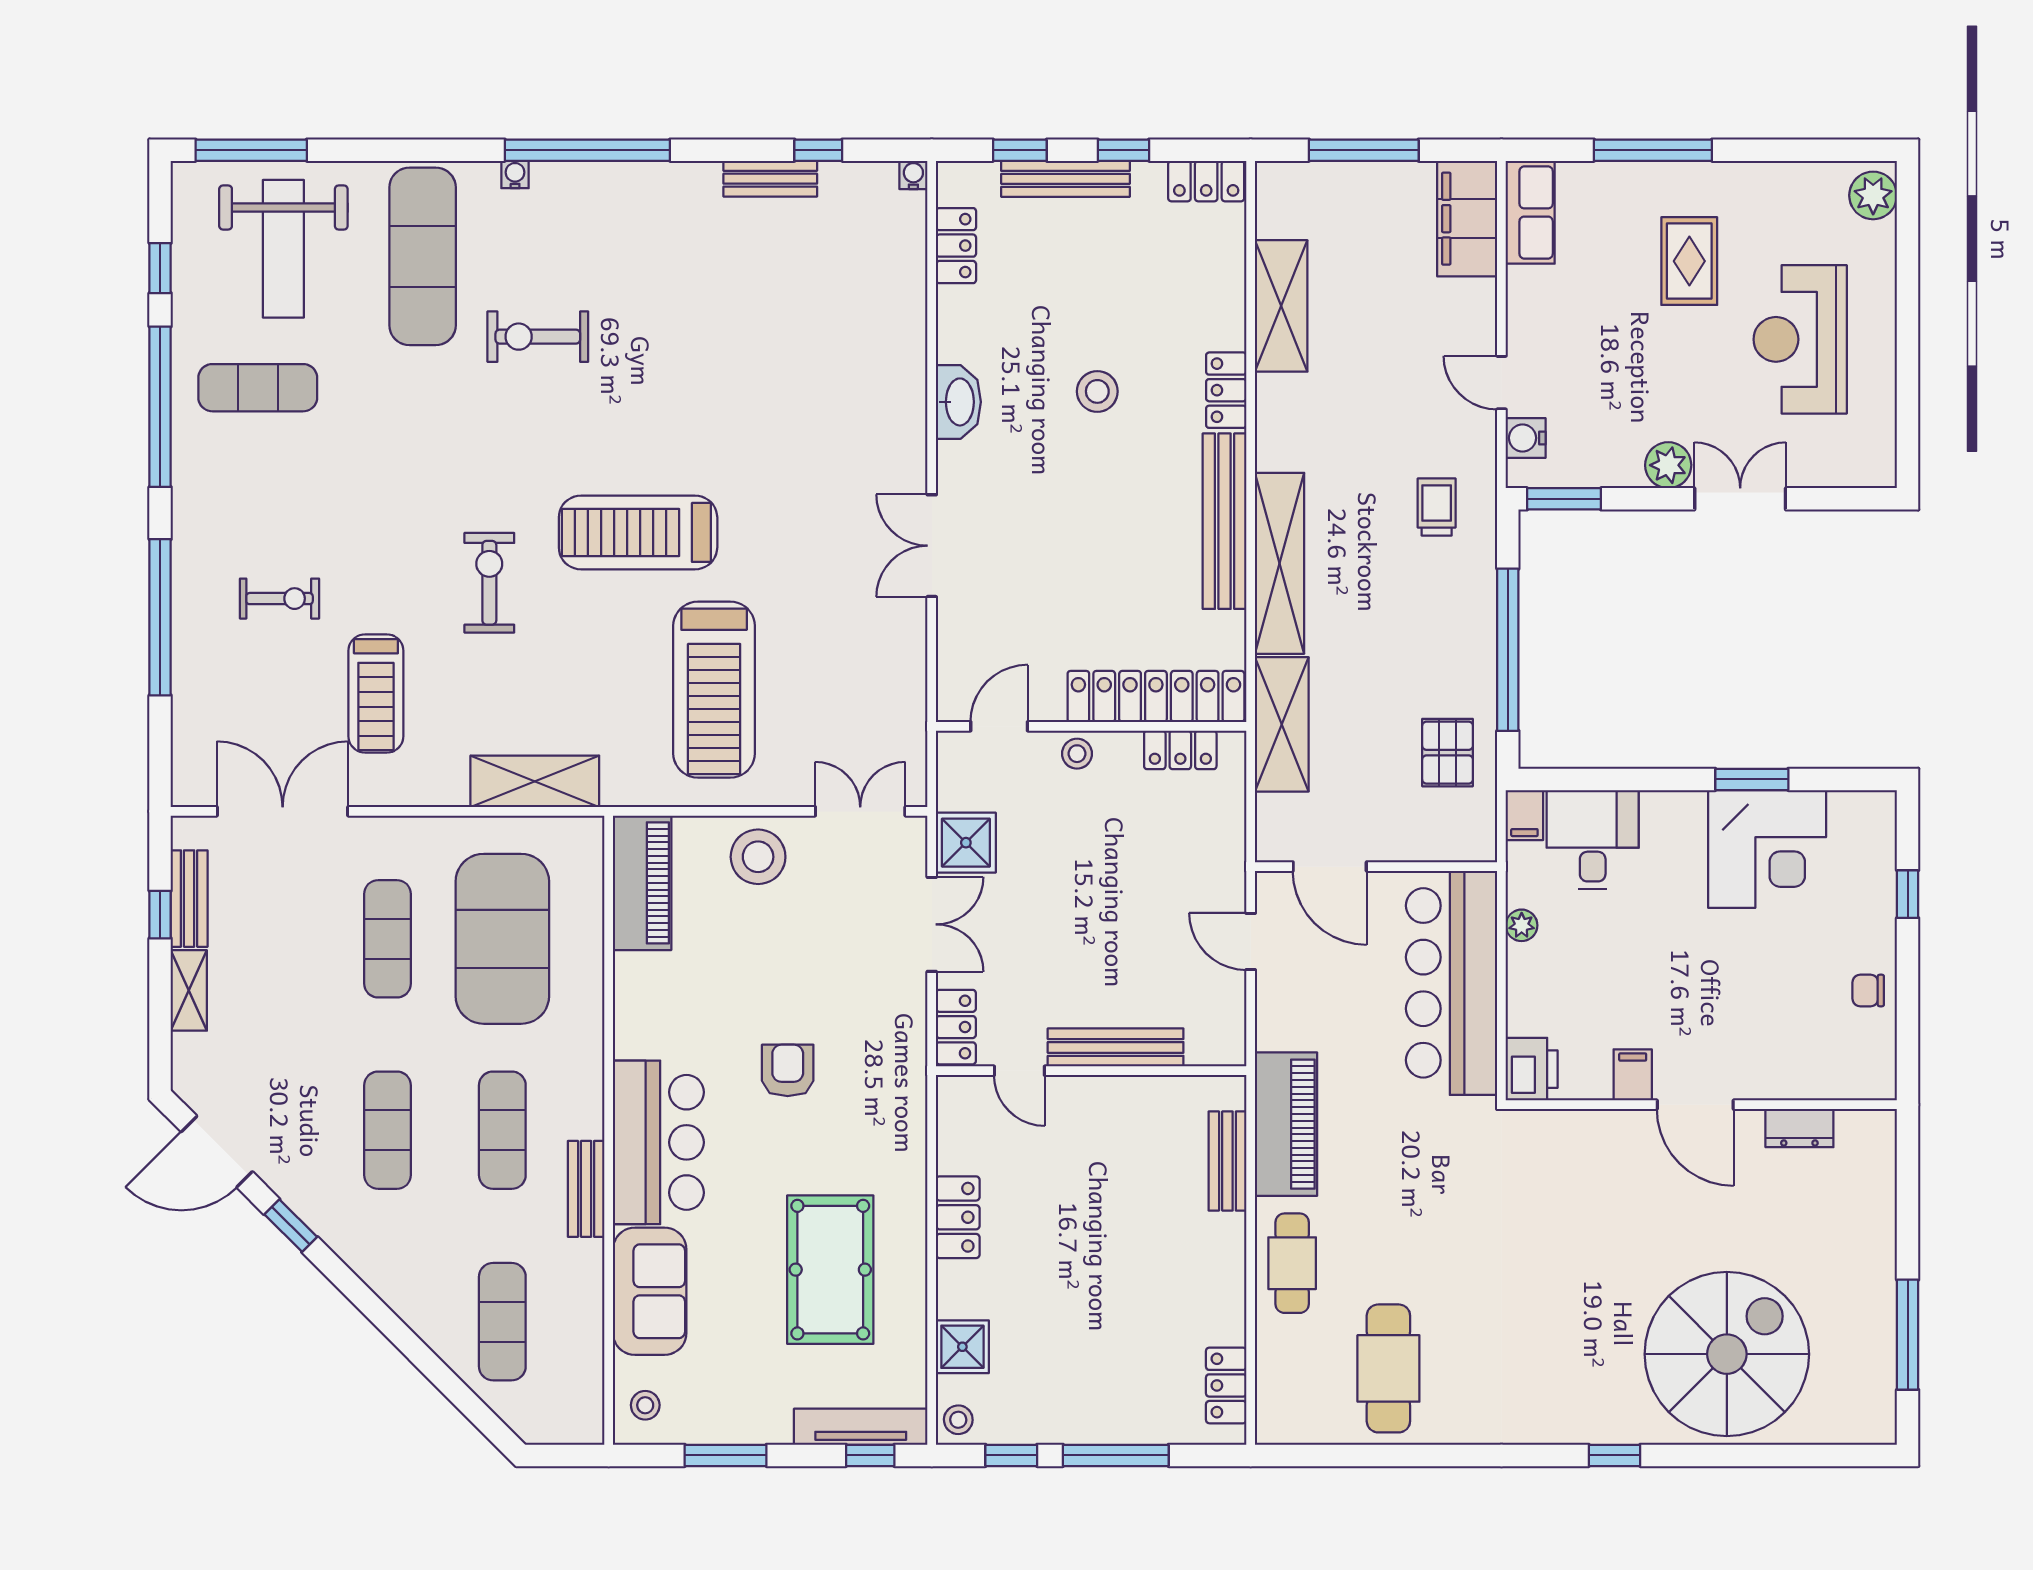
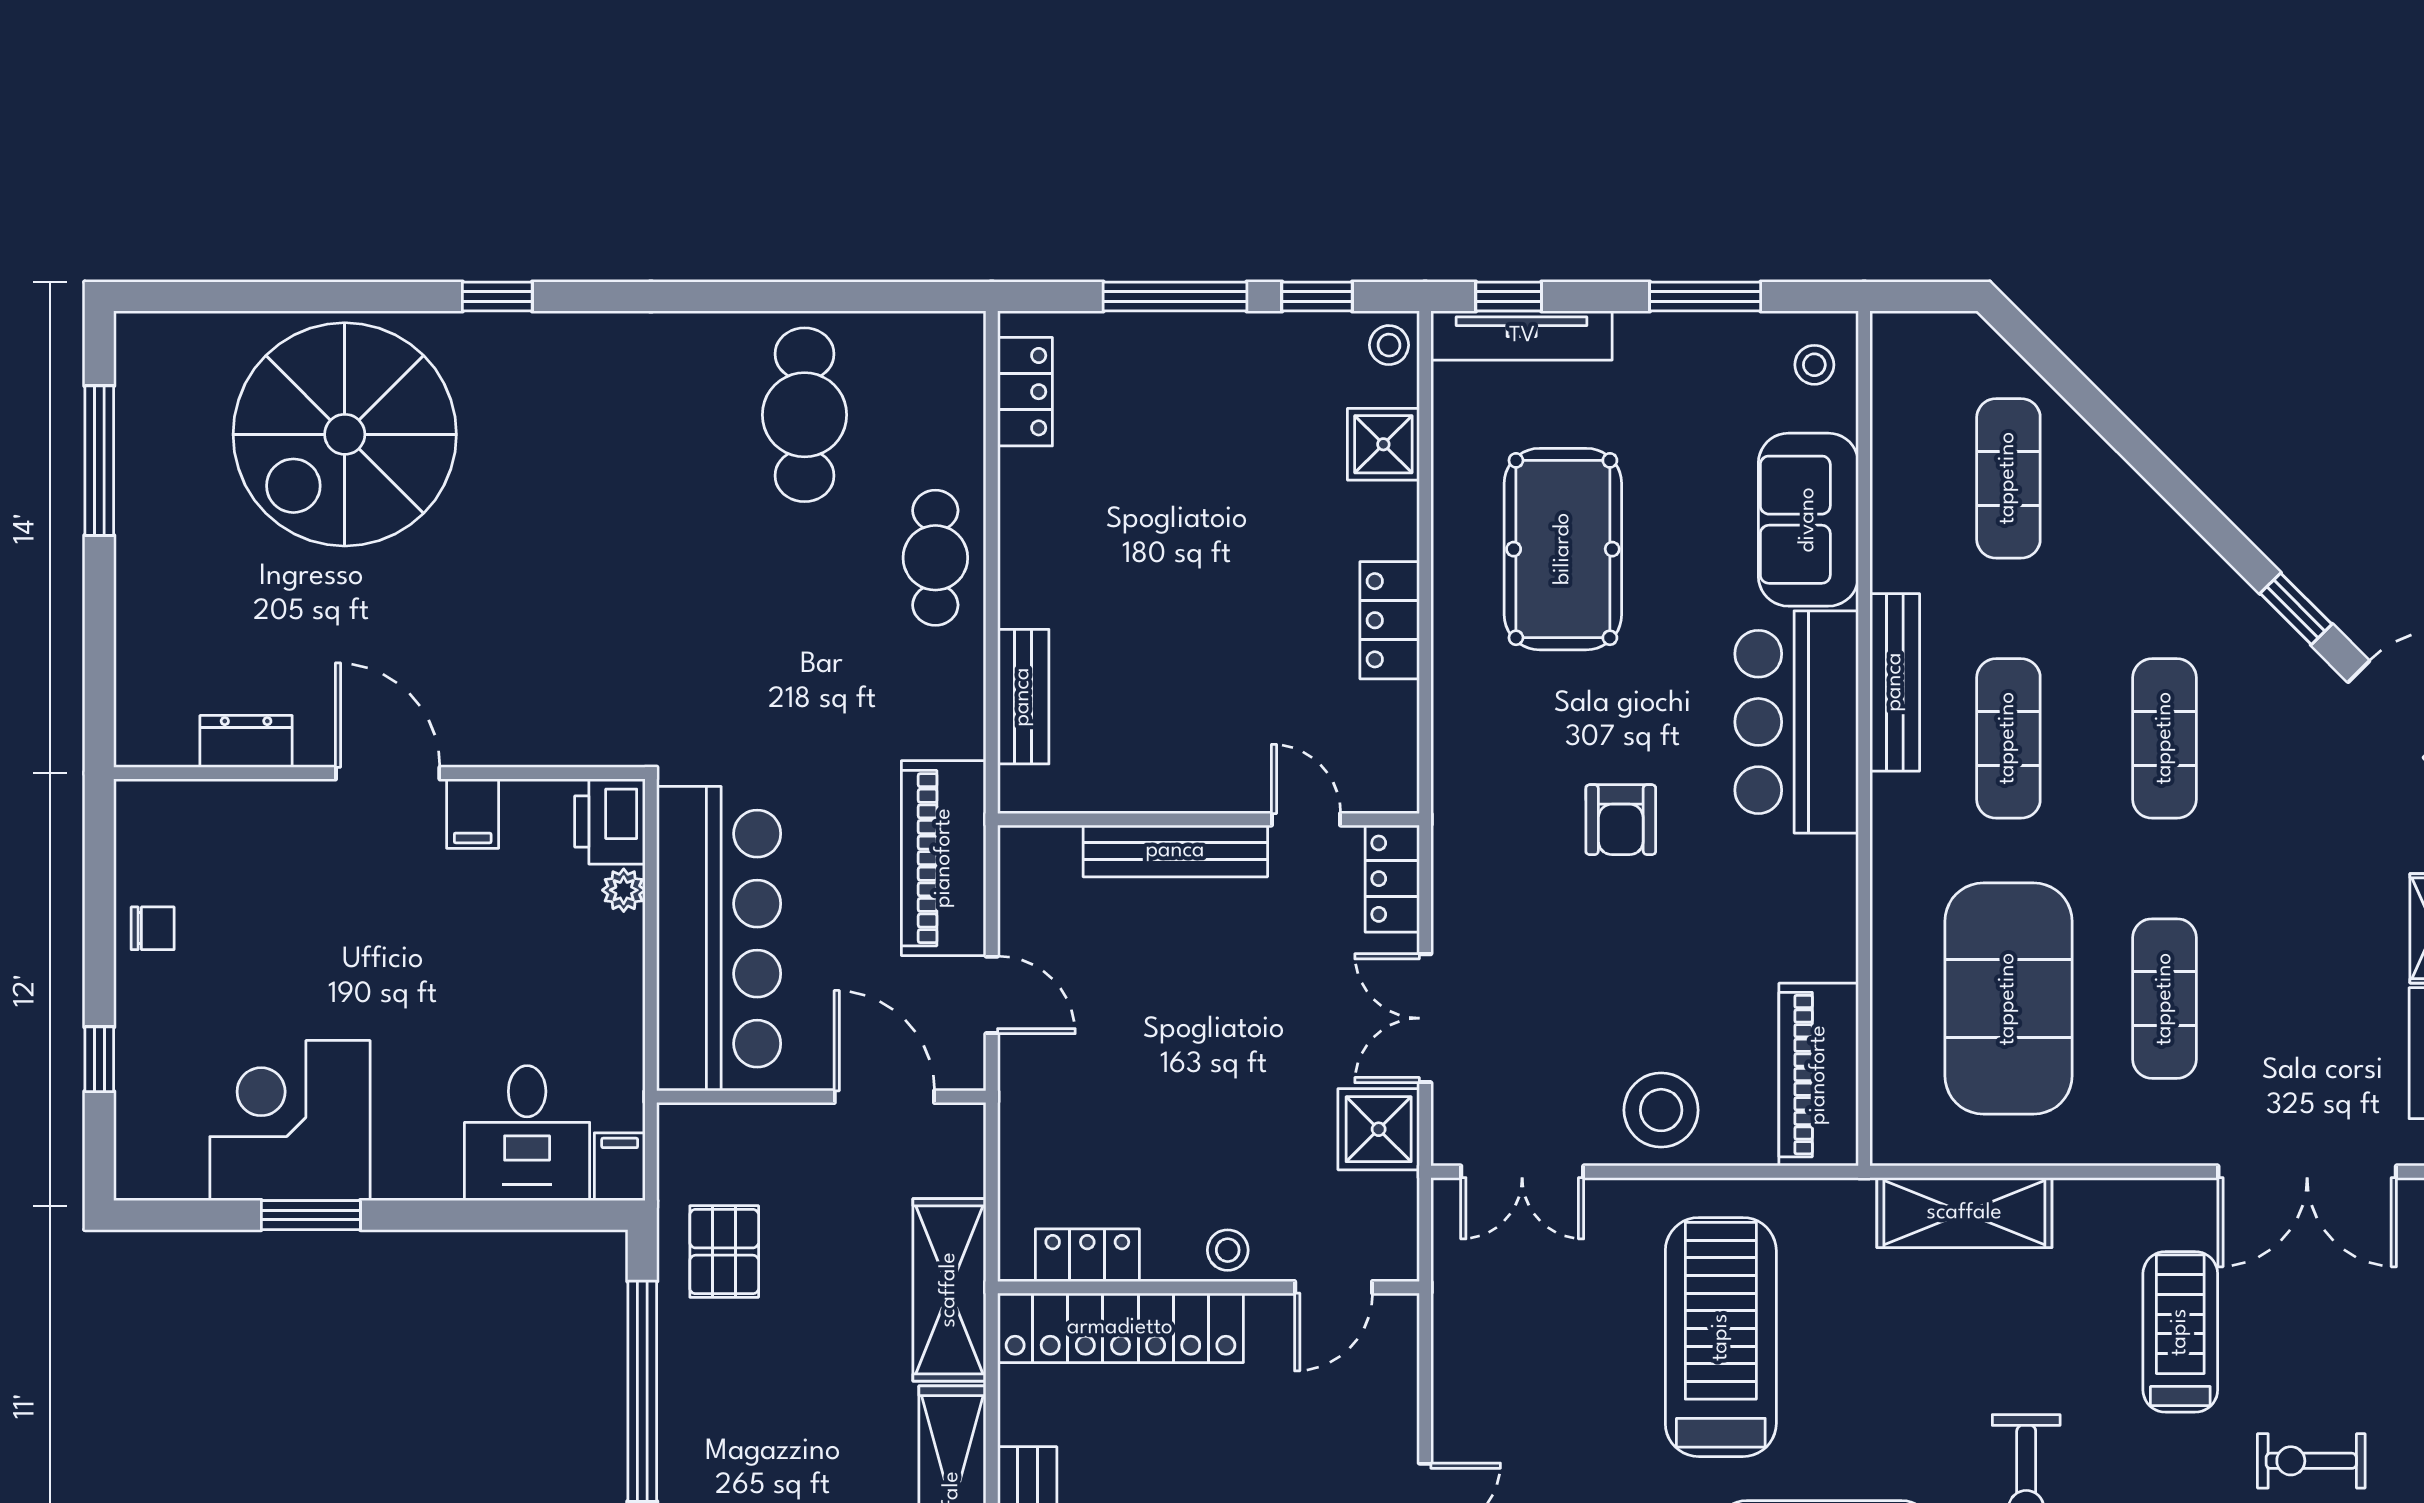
plant: (1522, 925) -> (624, 890), moved
piano: (1286, 1124) -> (944, 858), moved
bench: (586, 1189) -> (1895, 682), width x1.36

